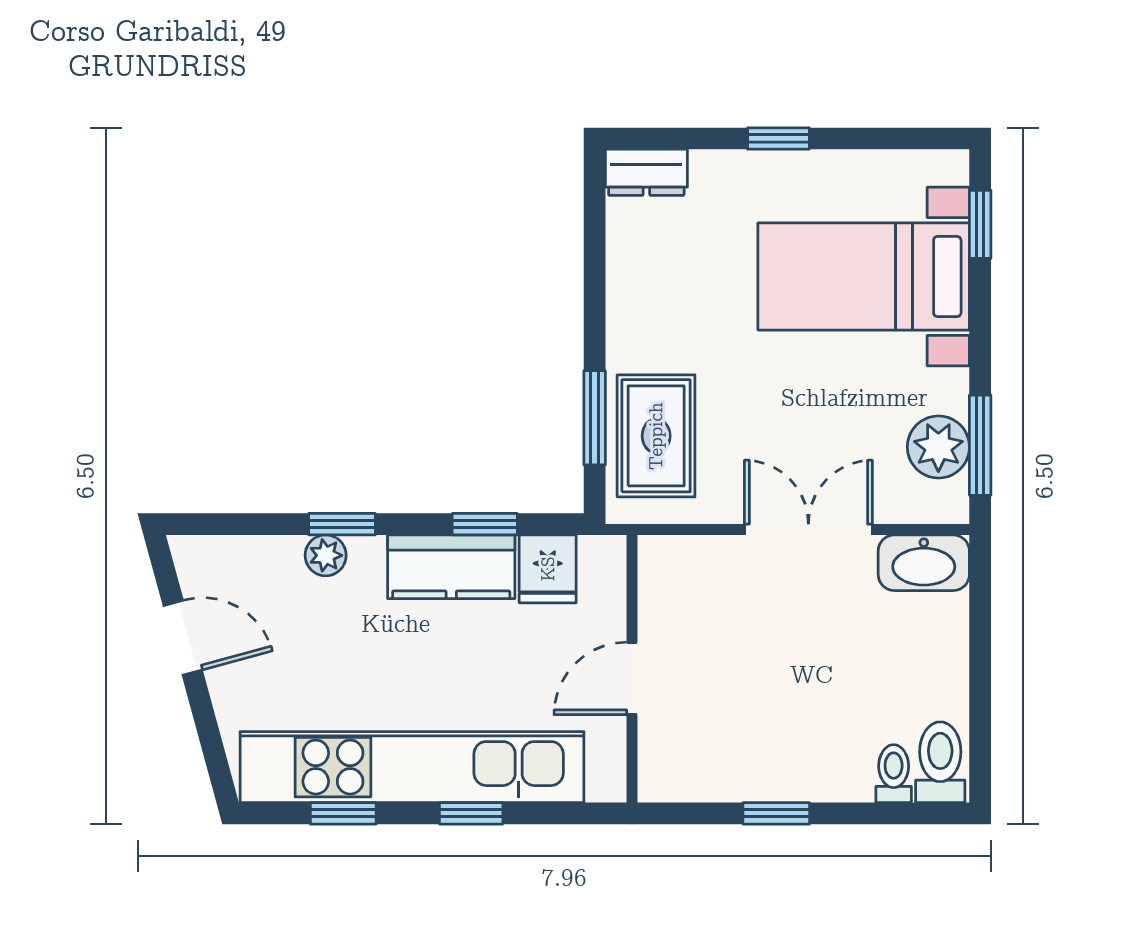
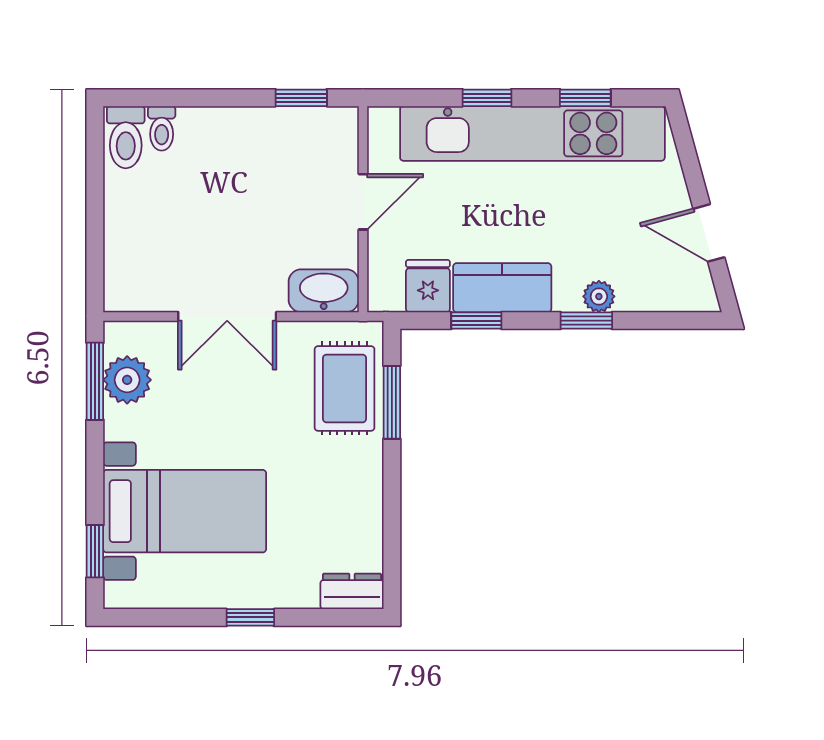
washbasin: (924, 563) -> (324, 291), moved
window: (776, 813) -> (301, 98), moved

